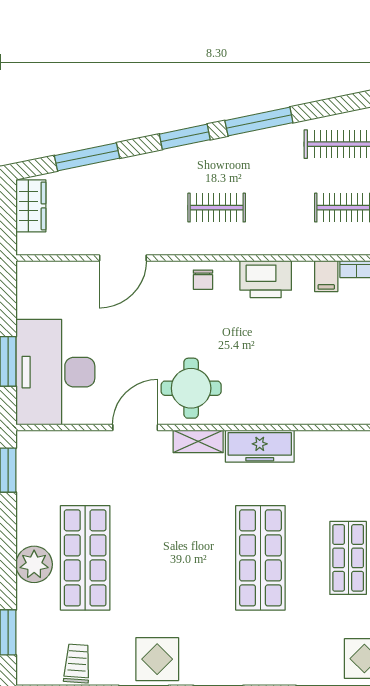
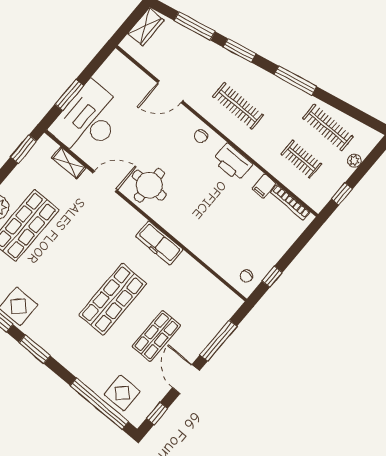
window: (185, 137) -> (239, 50), moved
clothes rail: (217, 208) -> (238, 106), width x1.36
shelving: (198, 441) -> (69, 163), moved

